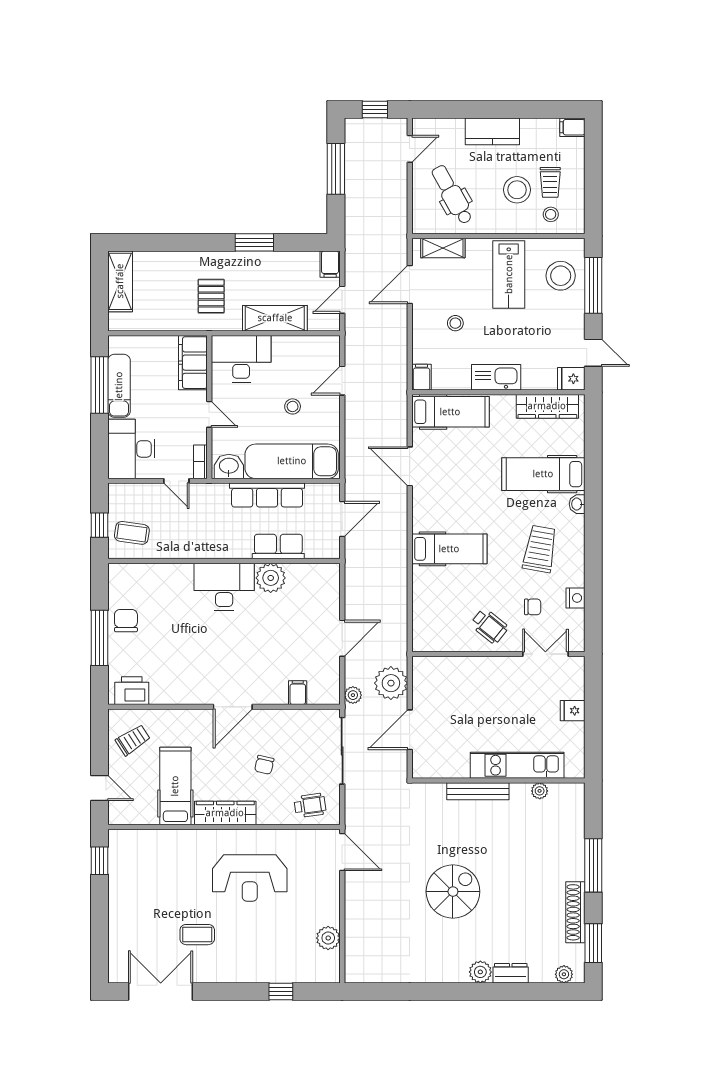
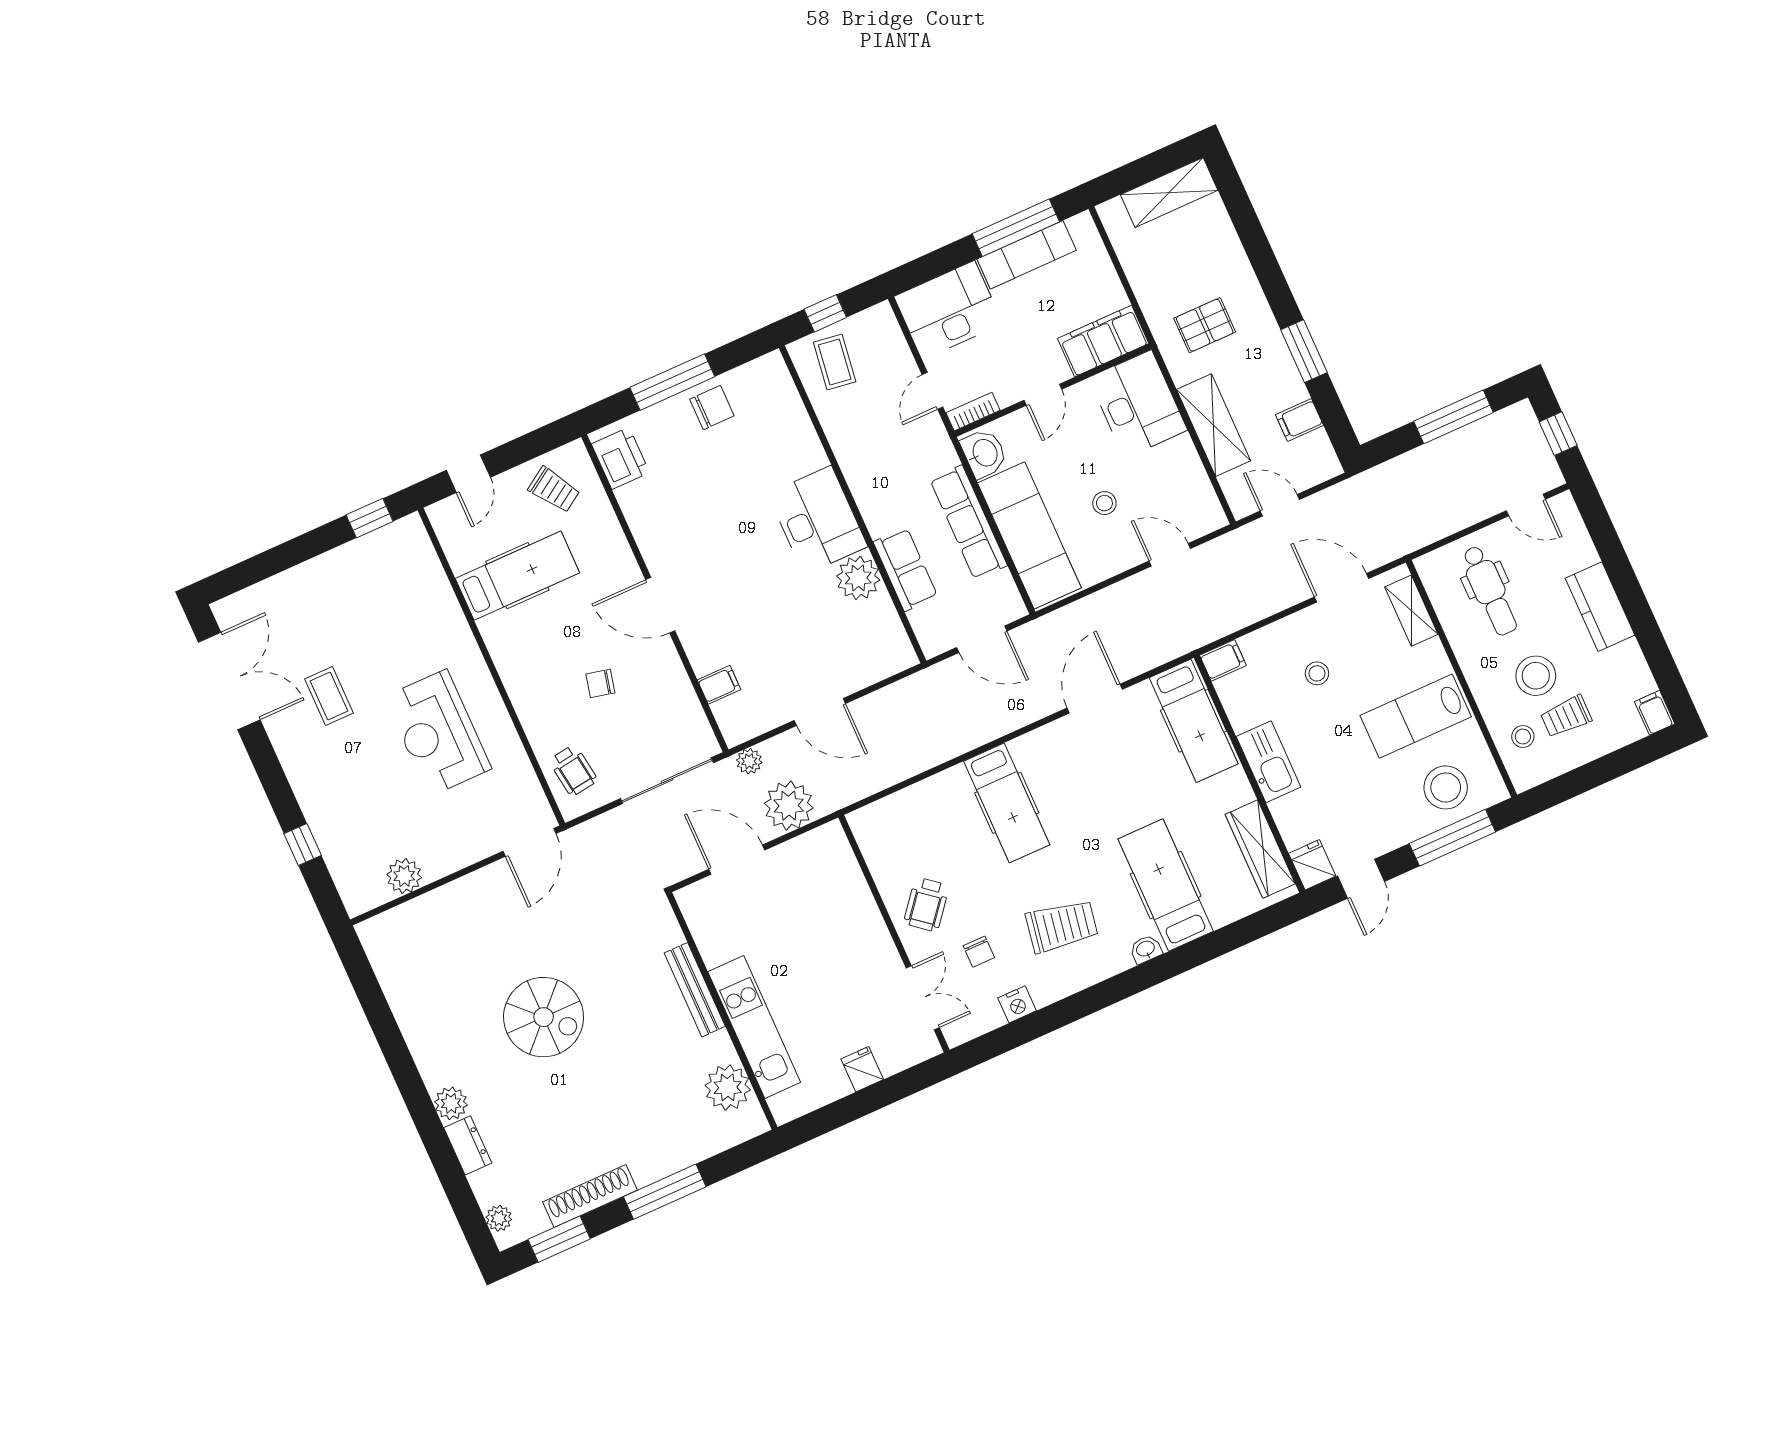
dental chair: (452, 195) -> (1490, 591), turned 119
filing cabinet: (330, 264) -> (1300, 420), moved
plant: (540, 791) -> (728, 1087), width x1.88, depth x1.88
wardrobe: (225, 813) -> (511, 660), removed

